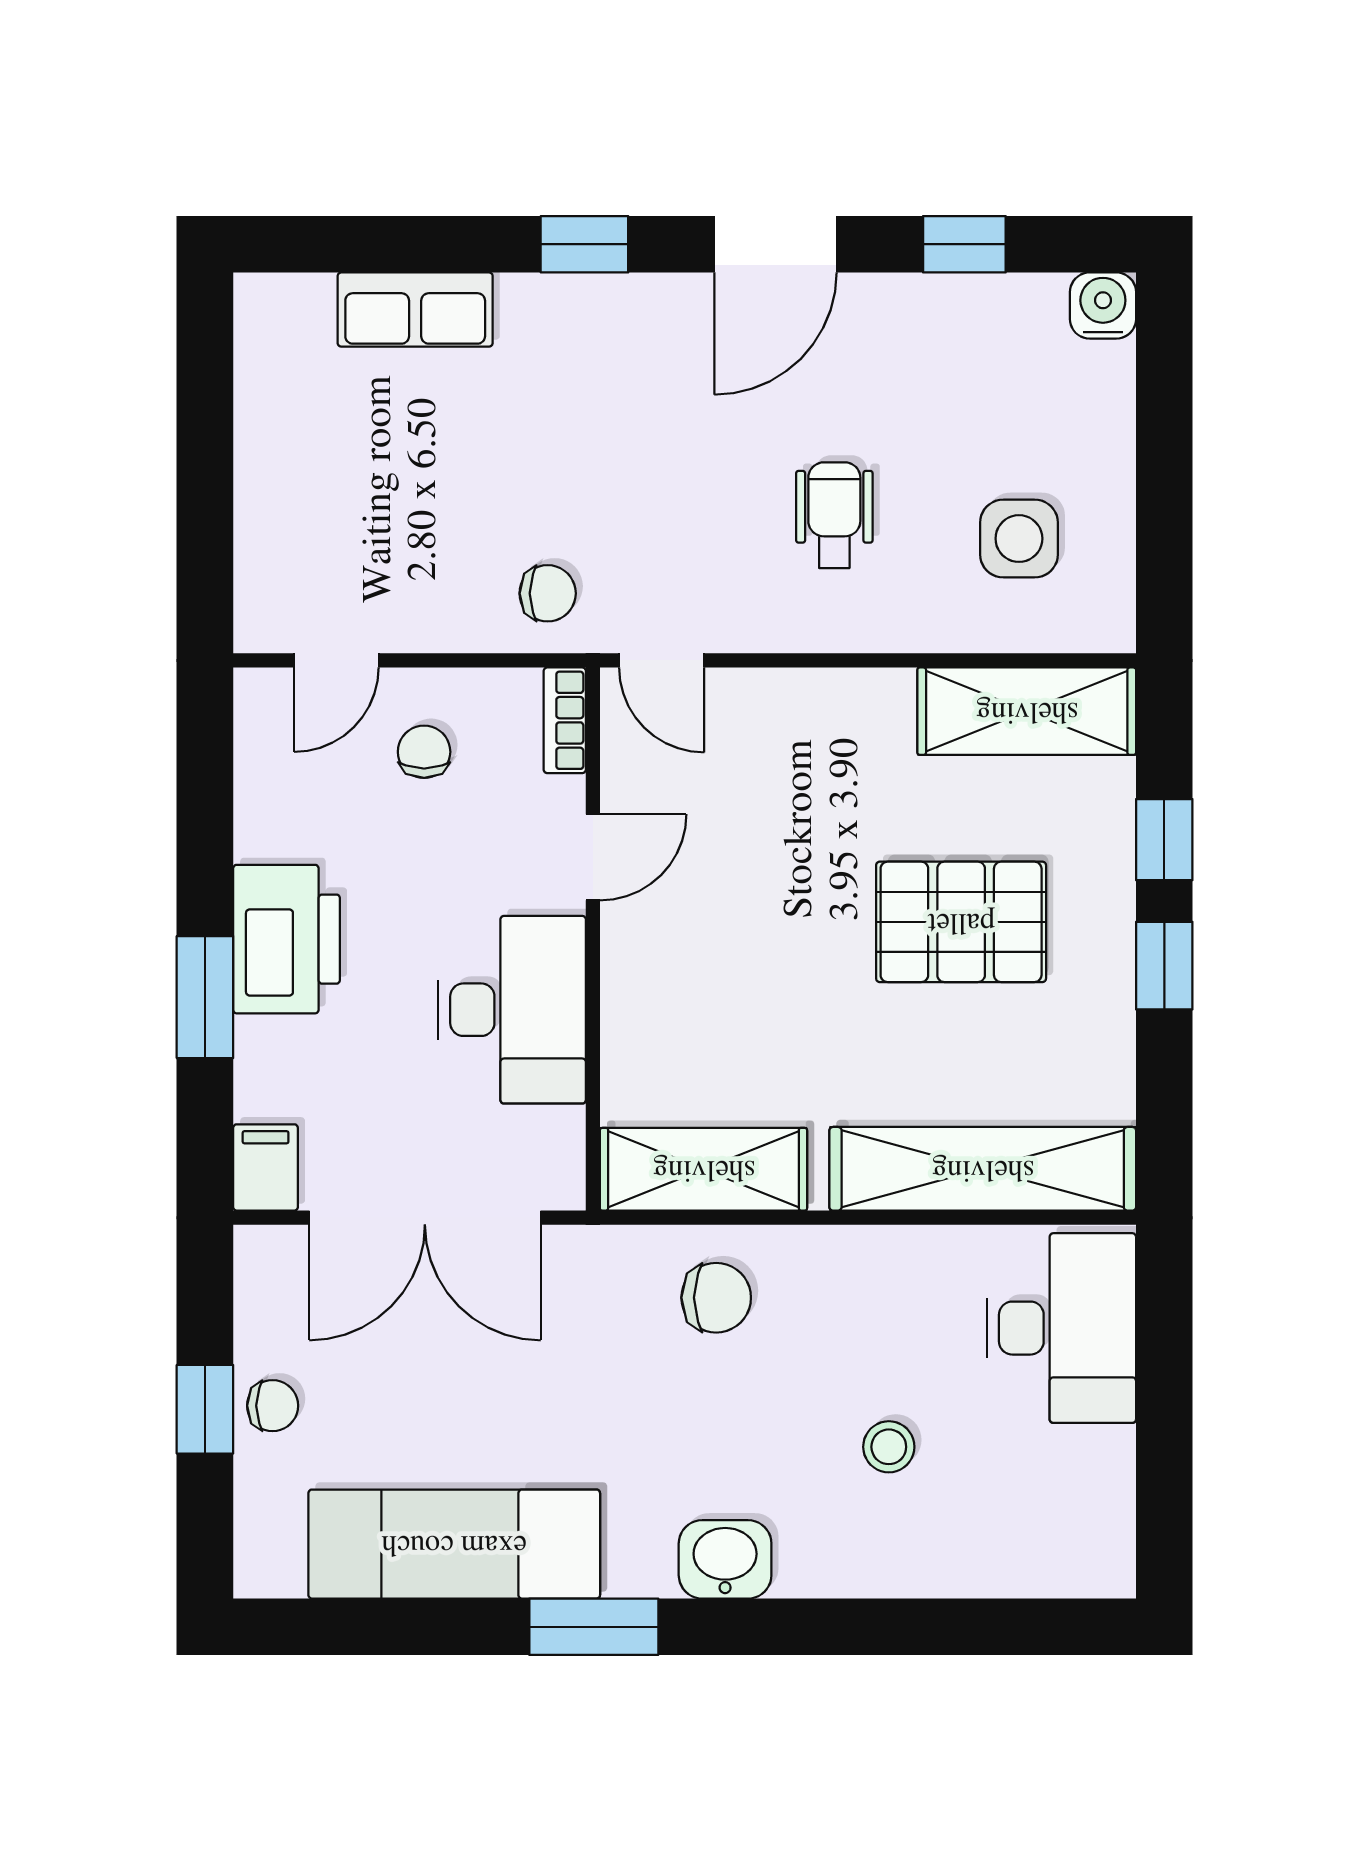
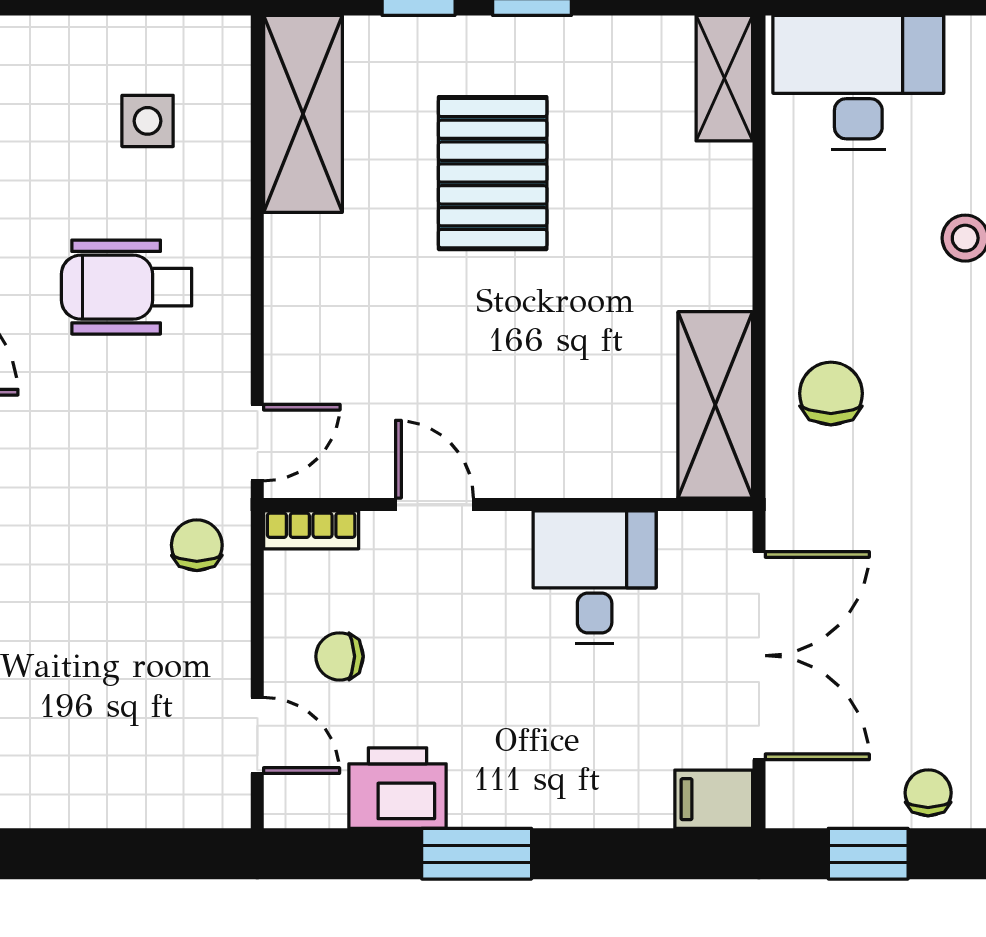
wheelchair: (834, 515) -> (127, 287), width x1.36, depth x1.37
side table: (1019, 539) -> (148, 121), width x0.73, depth x0.73
printer: (287, 939) -> (398, 788), moved, width x0.73, depth x0.84
window: (205, 997) -> (477, 854), moved
desk: (512, 1010) -> (595, 577), width x0.73
shelving: (983, 1169) -> (724, 78), width x0.45, depth x0.75
window: (205, 1409) -> (868, 854), moved

